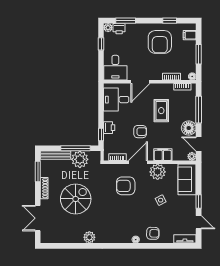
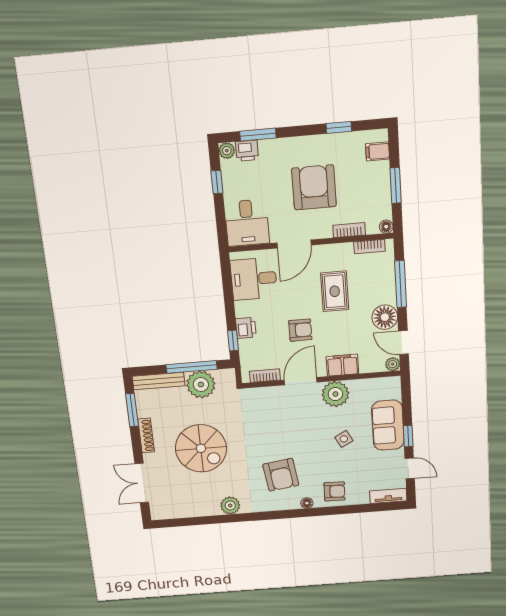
armchair: (160, 42) -> (314, 187), moved, turned 180
sofa: (187, 179) -> (388, 425), moved
armchair: (126, 186) -> (281, 475), moved, turned -98
spiral stairs: (76, 199) -> (201, 448), turned 90

